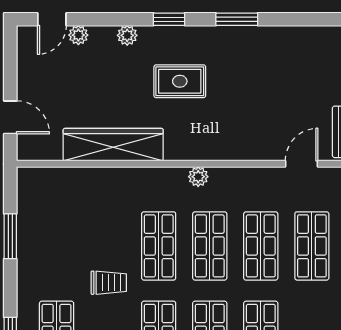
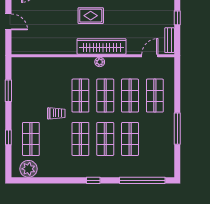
door: (10, 117) -> (8, 22), moved
wardrobe: (113, 145) -> (102, 46), moved

